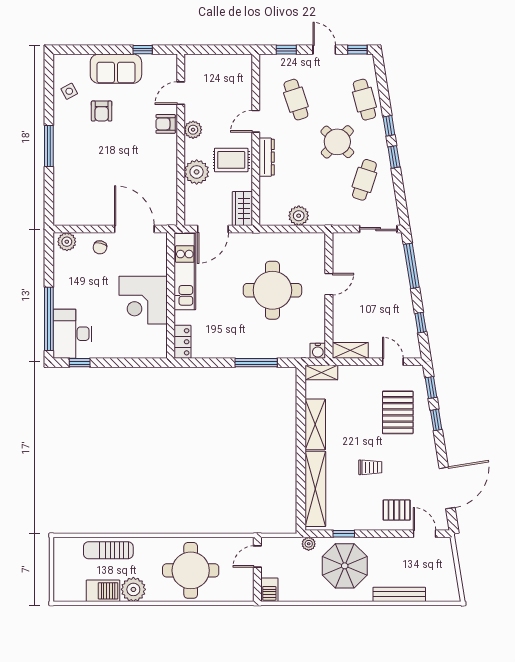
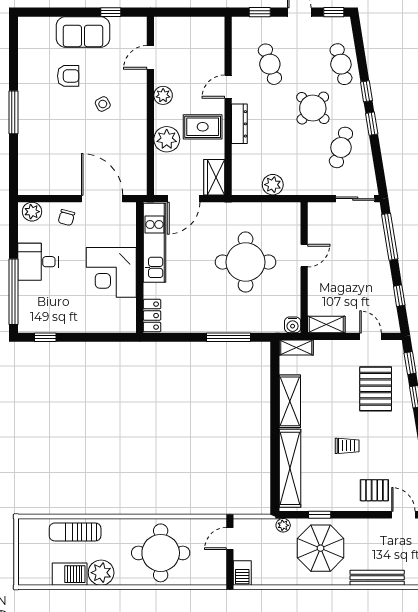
side table: (69, 91) -> (103, 104), moved
armchair: (102, 111) -> (68, 76), turned -90
armchair: (166, 124) -> (135, 89), removed
desk: (73, 334) -> (38, 262), moved, width x0.73

